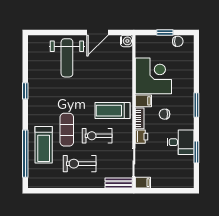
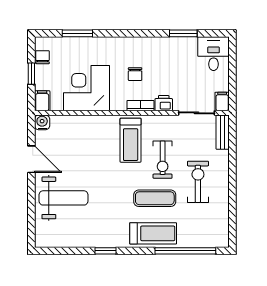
filing cabinet: (143, 101) -> (42, 101), moved
window: (196, 105) -> (77, 33), moved
desk: (181, 142) -> (213, 54), moved
treadmill: (44, 145) -> (153, 233), moved
exercise bike: (80, 164) -> (198, 182), turned 180

